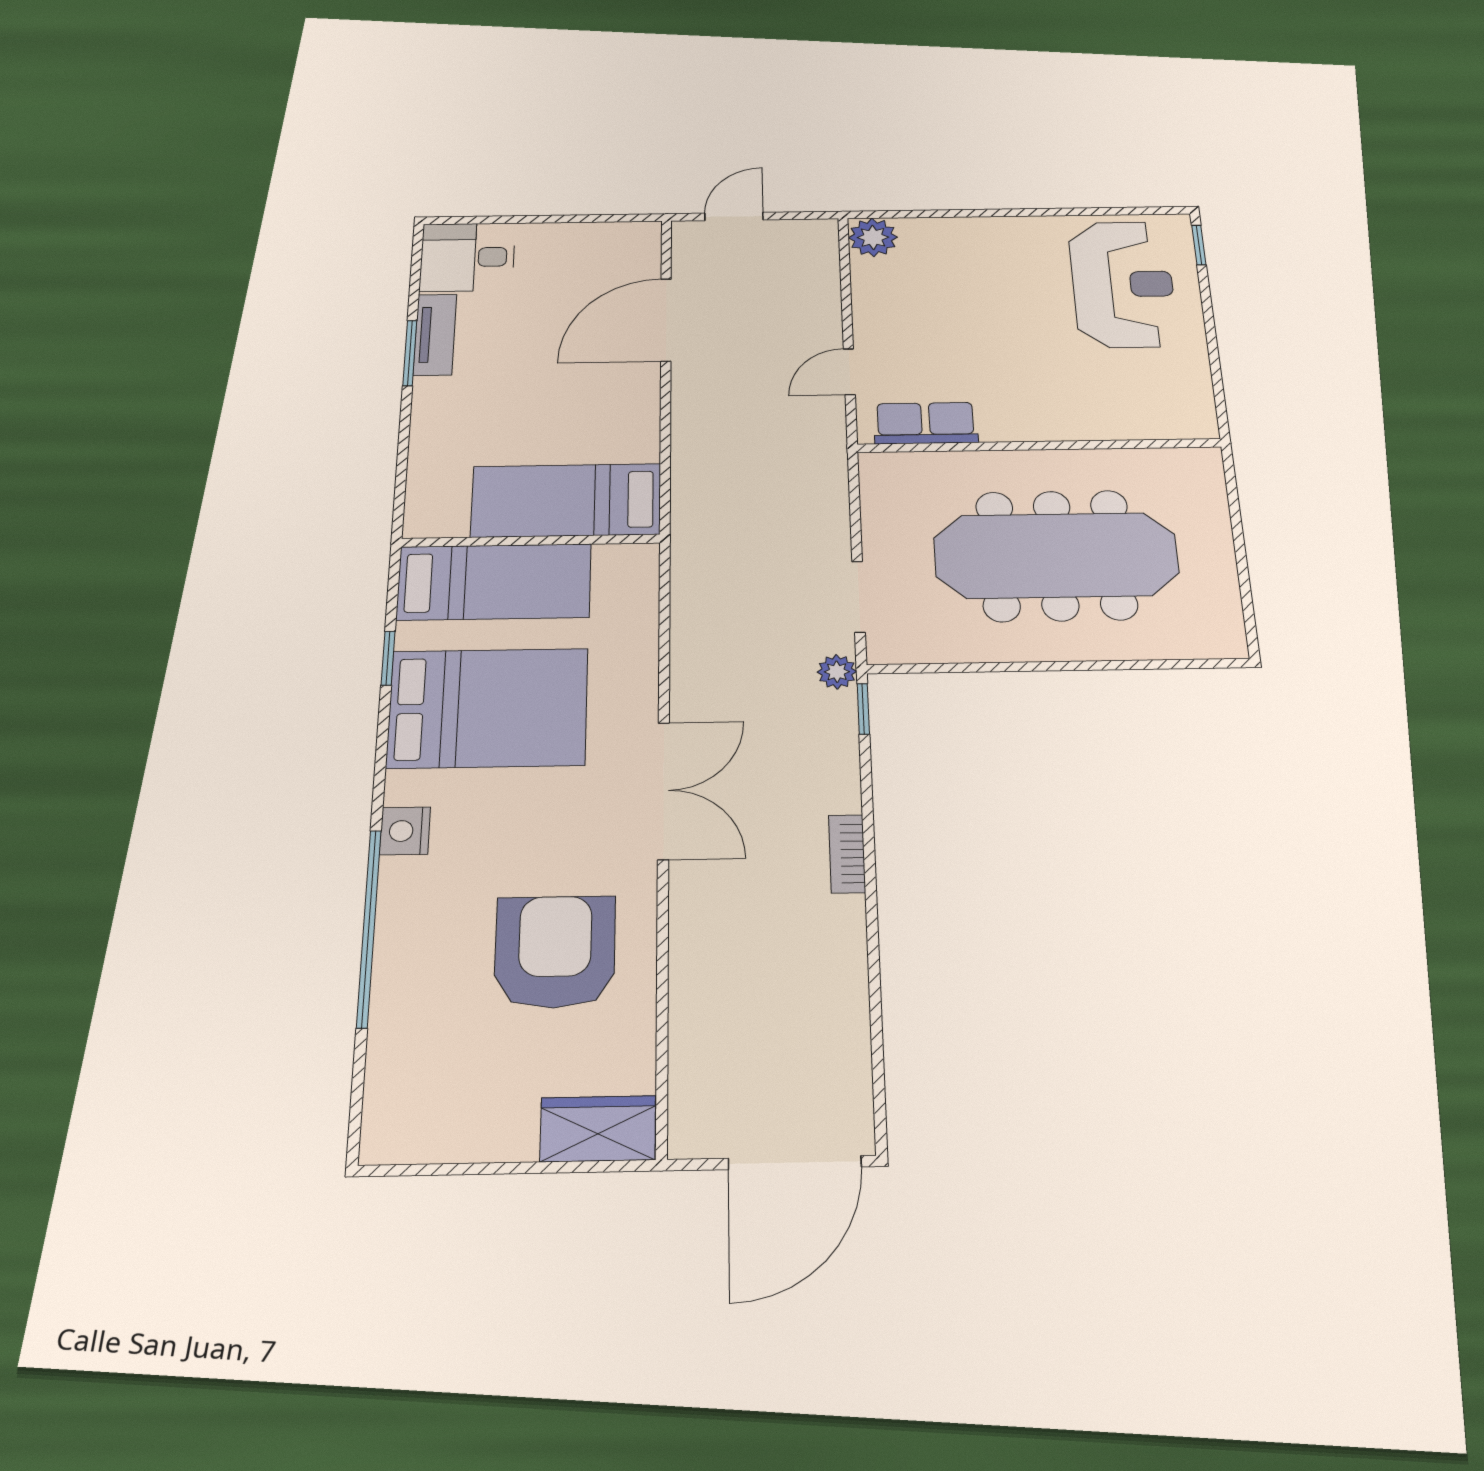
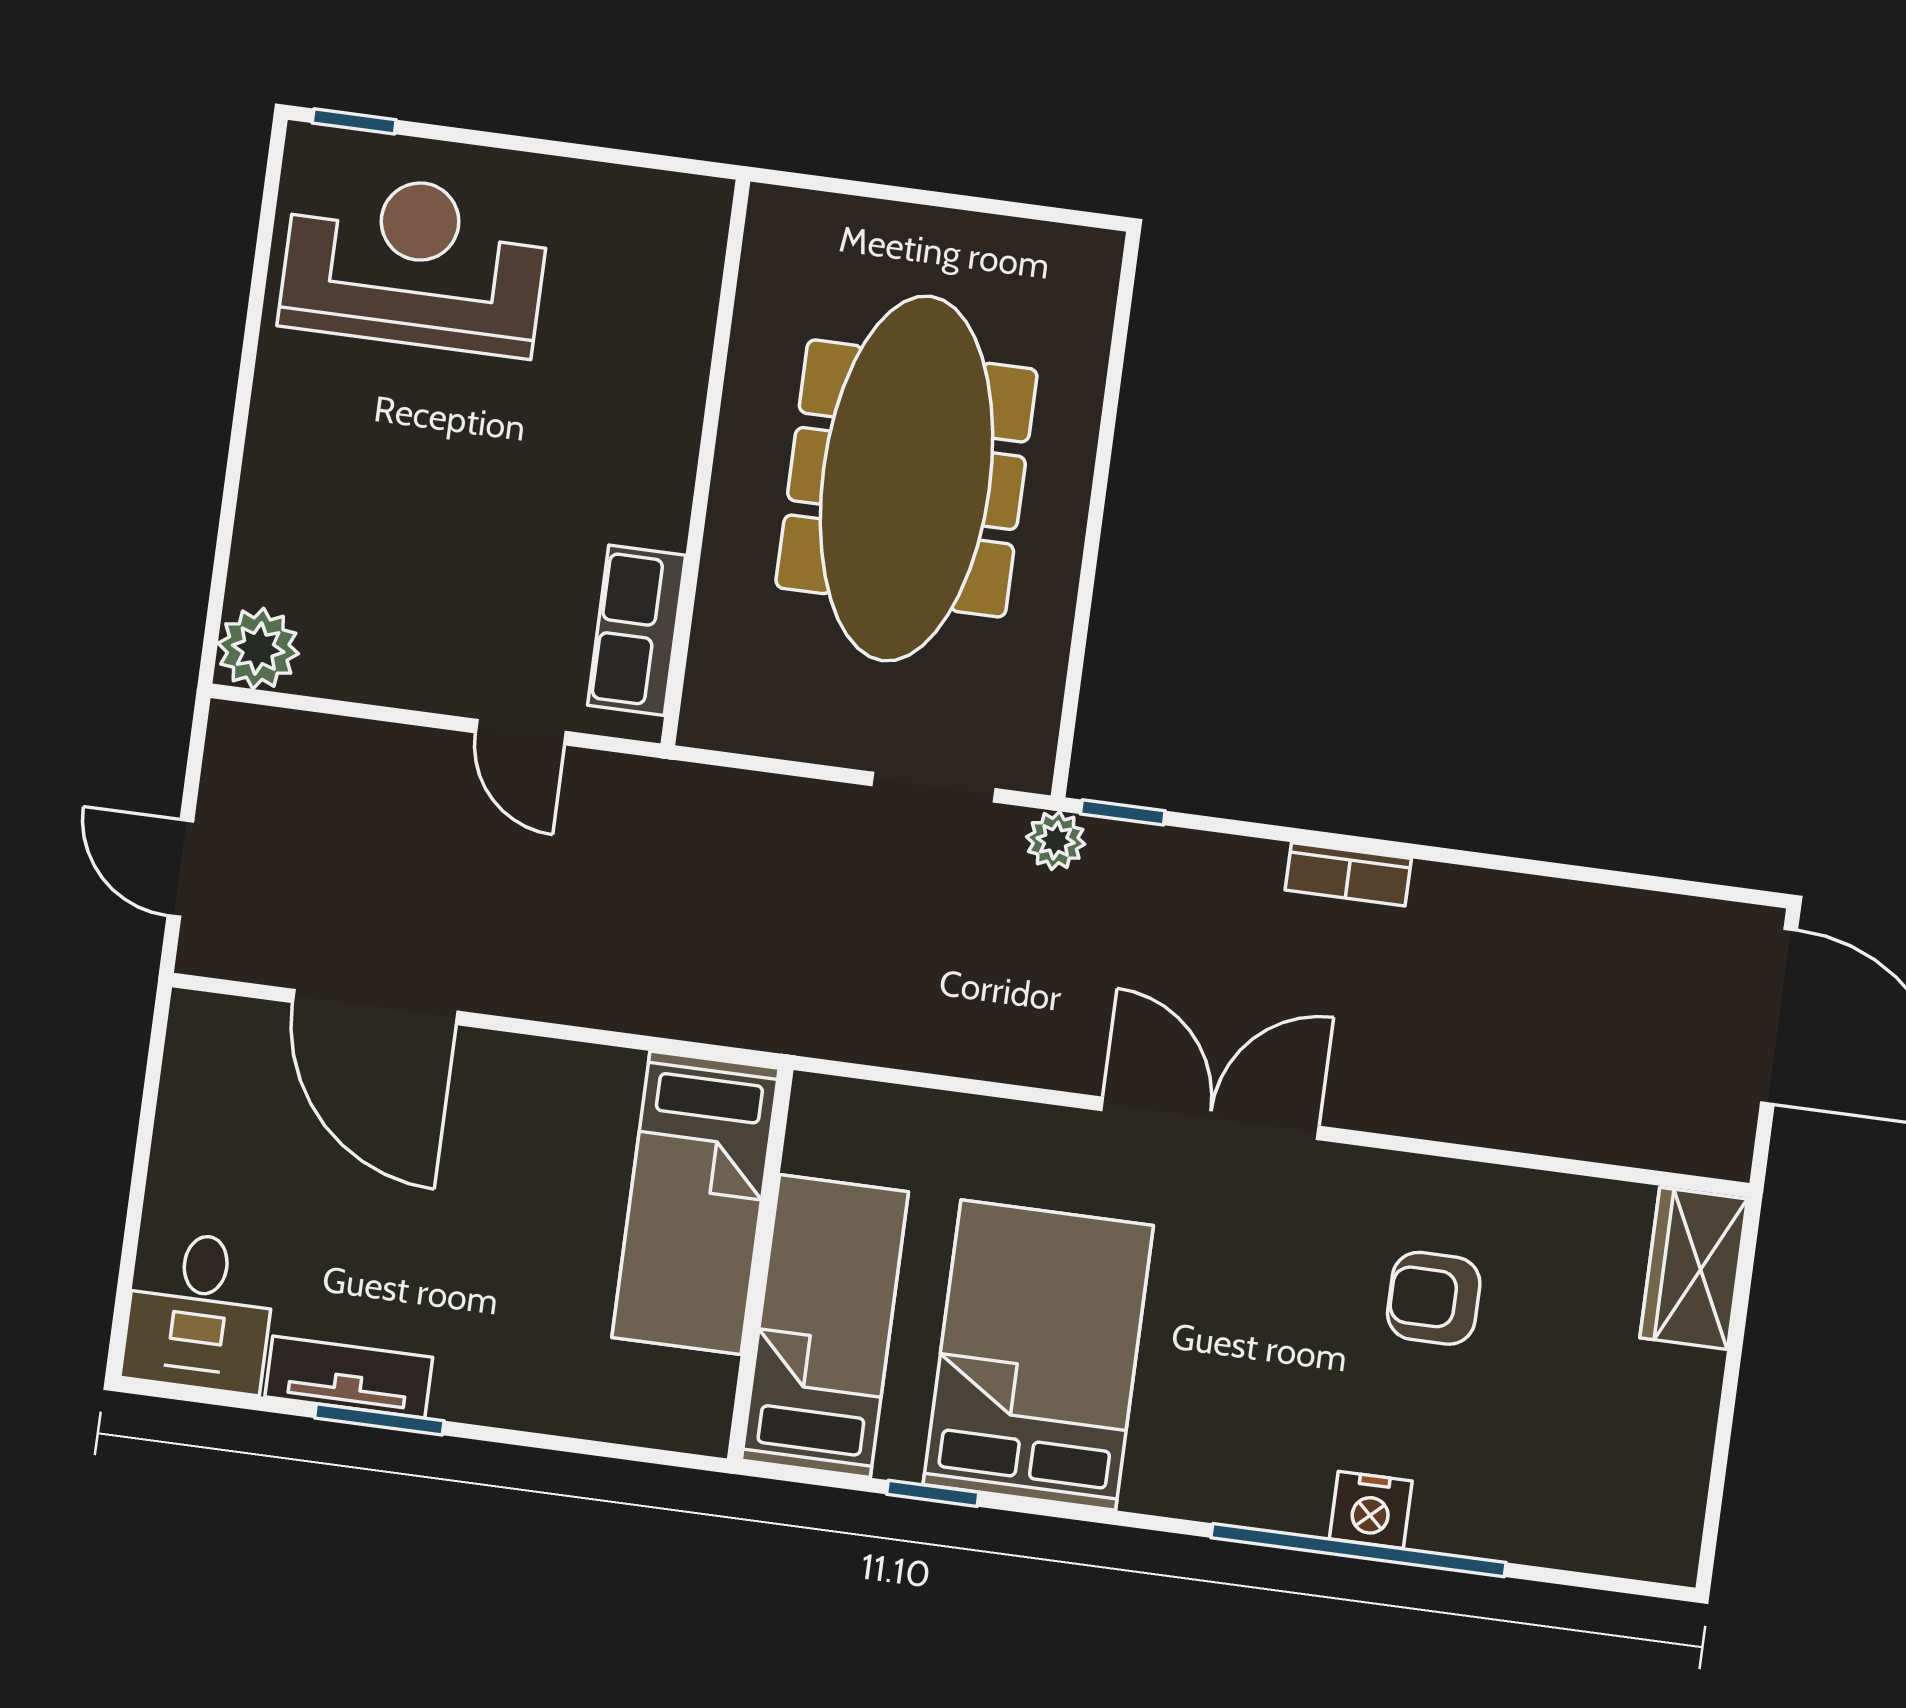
nightstand: (405, 831) -> (1371, 1510), moved
armchair: (555, 952) -> (1434, 1298), width x0.53, depth x0.53

